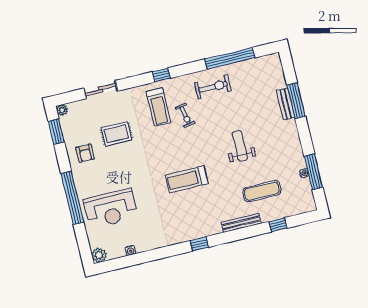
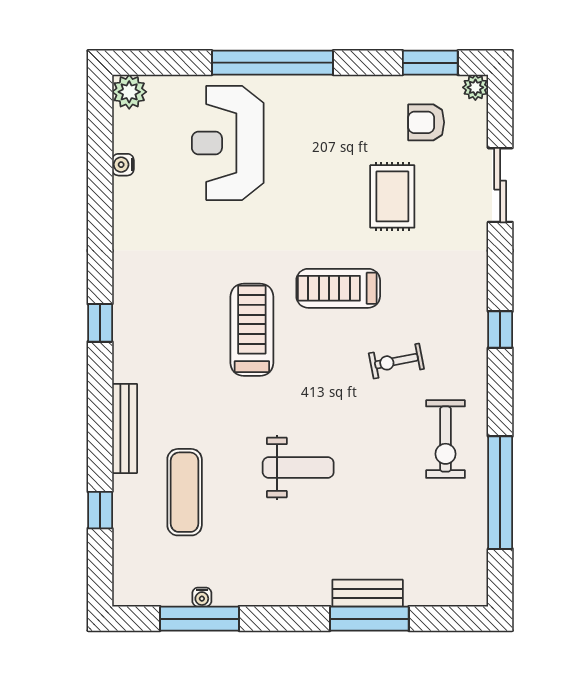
treadmill: (158, 107) -> (338, 288), moved
armchair: (85, 153) -> (426, 122), moved

